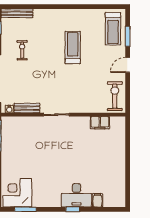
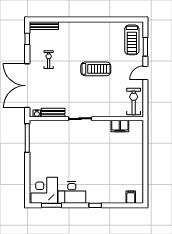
treadmill: (73, 48) -> (96, 69), moved, turned 90
desk: (77, 195) -> (72, 193), moved
filing cabinet: (97, 200) -> (131, 197), moved

